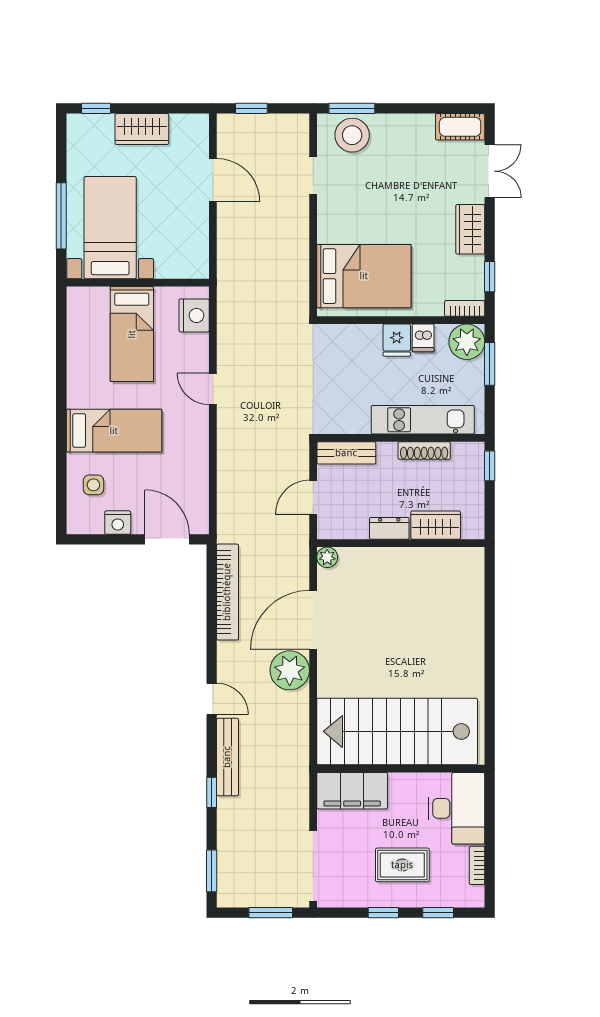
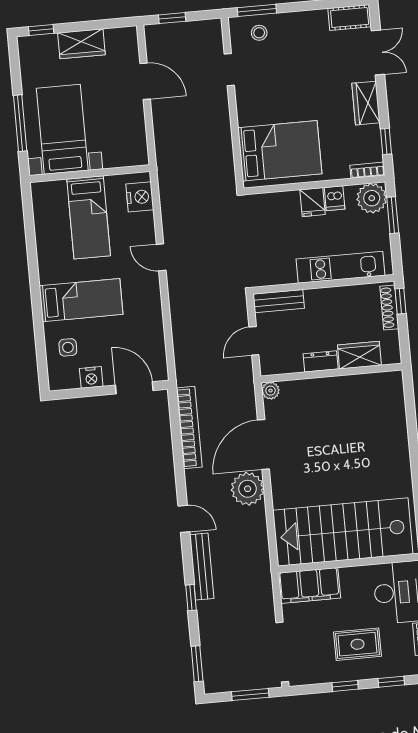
stool: (352, 135) -> (259, 33), width x0.53, depth x0.53
shoe rack: (424, 451) -> (389, 308), moved, turned 90

